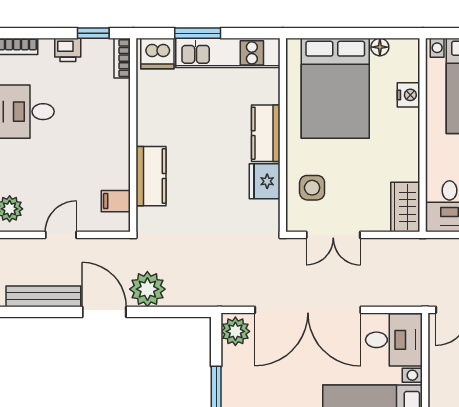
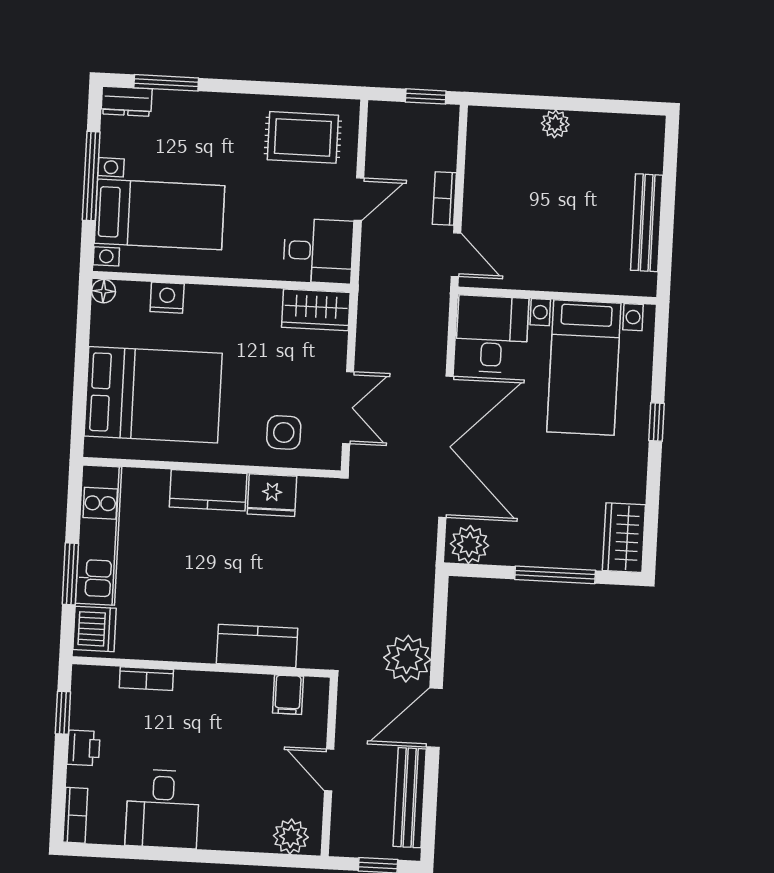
floor lamp: (380, 47) -> (104, 291), moved
bookcase: (122, 58) -> (146, 679), moved

